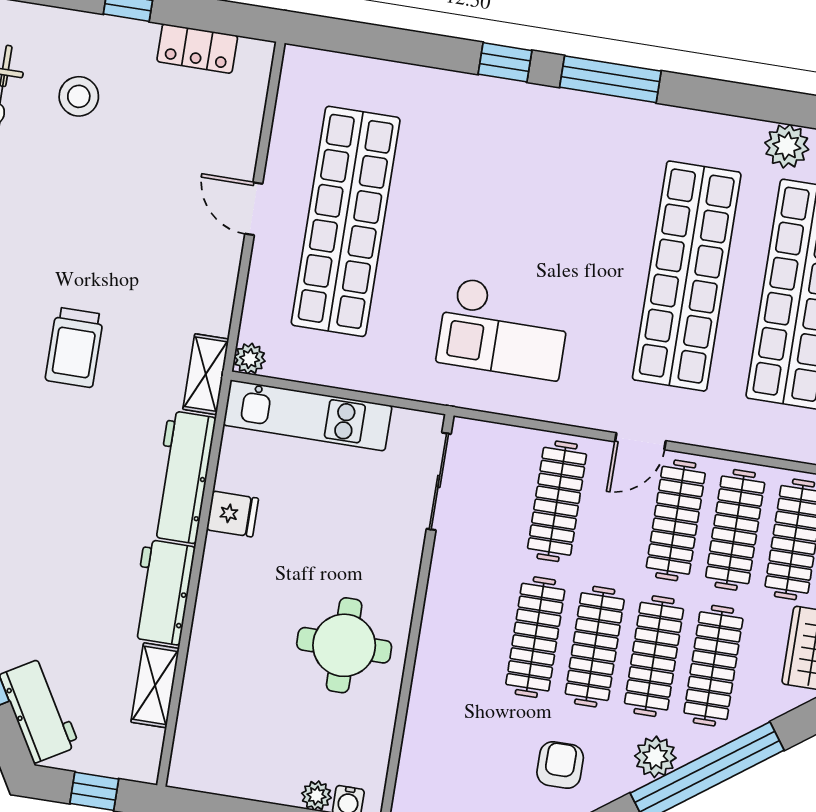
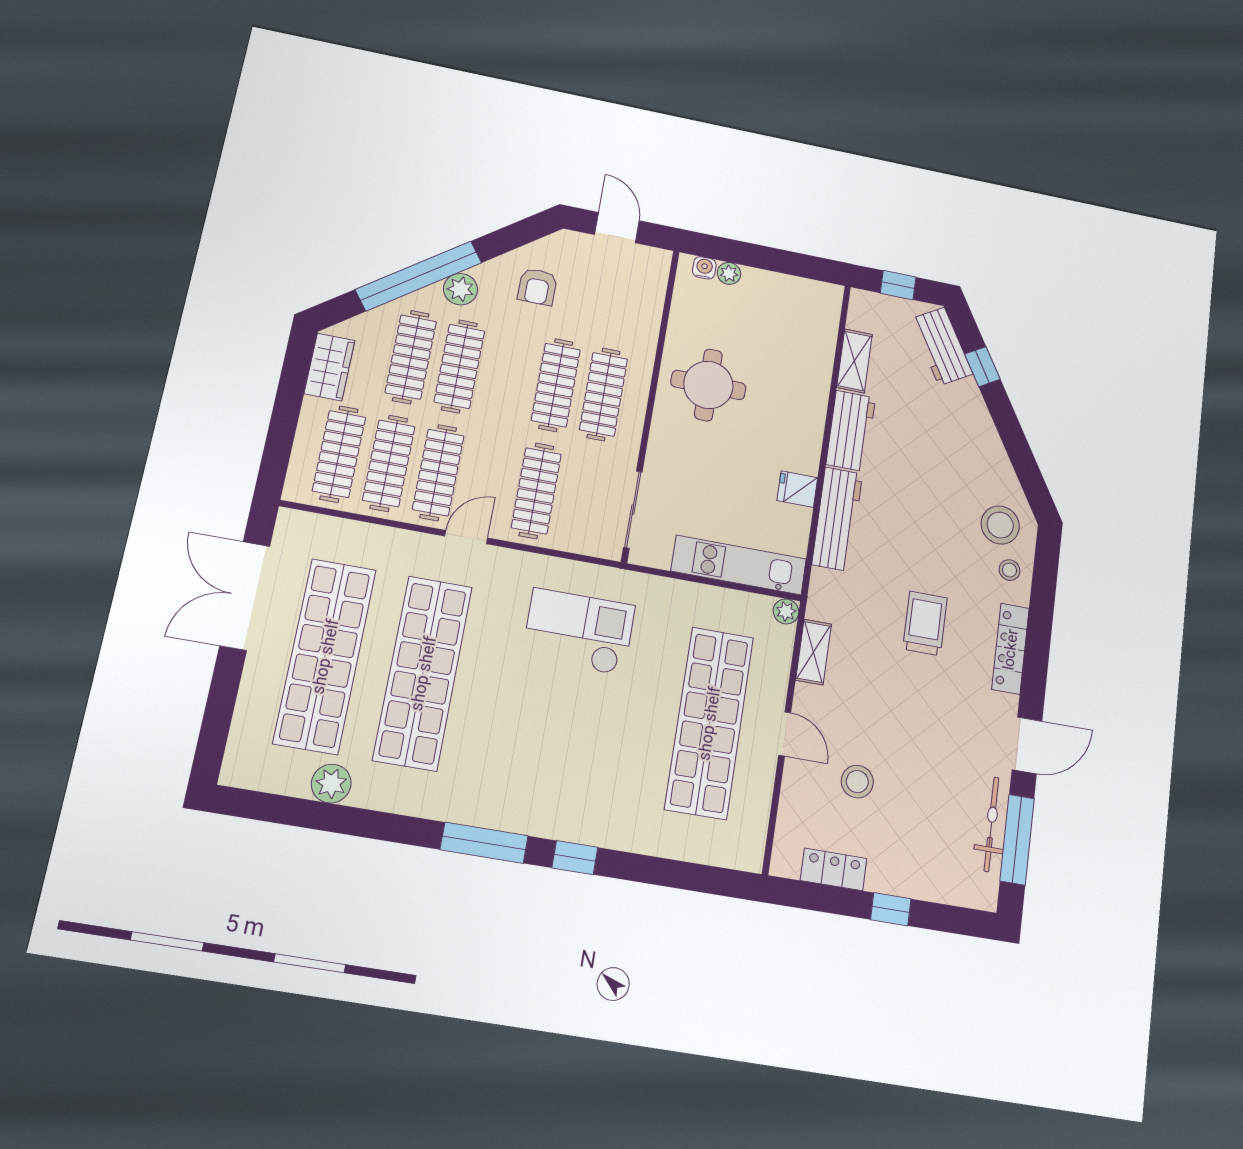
stool: (79, 96) -> (857, 782), moved
shelving: (206, 374) -> (814, 652), moved
clothes rail: (595, 647) -> (604, 394), moved

